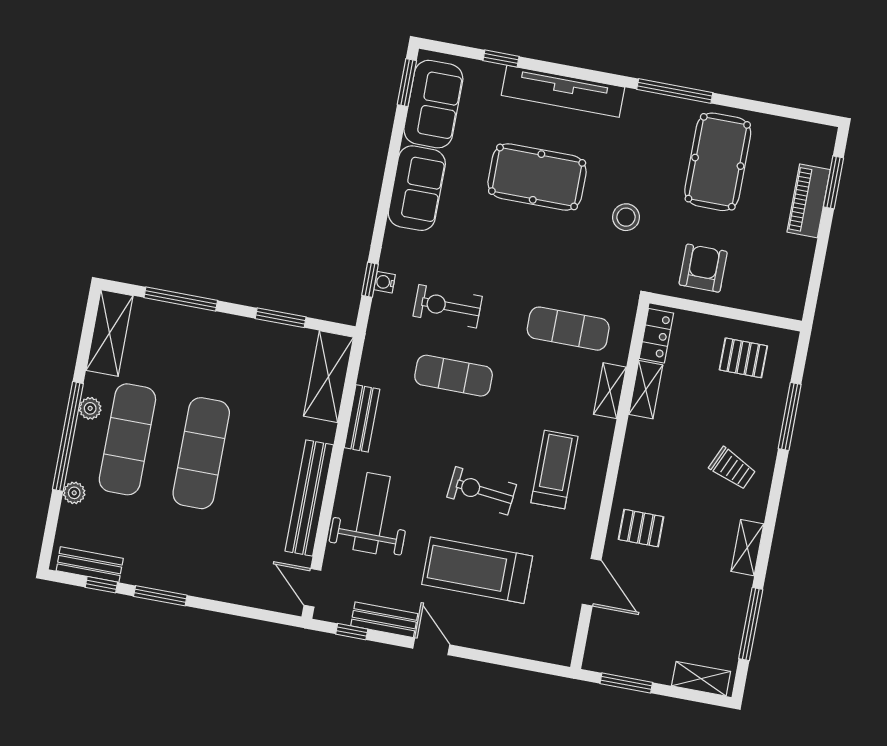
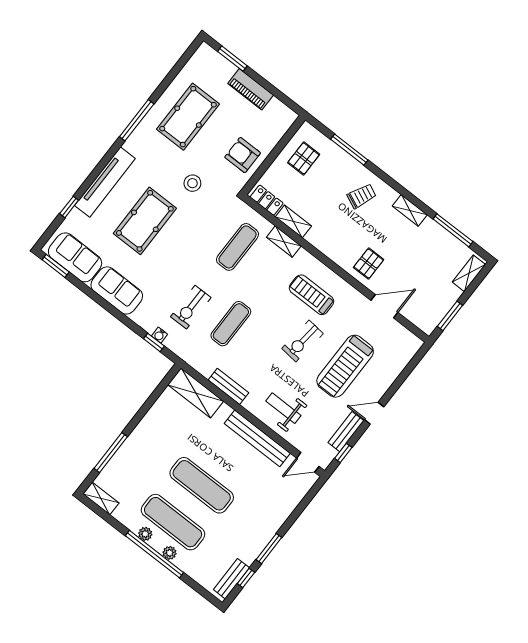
pool table: (718, 162) -> (188, 117), turned 90
piano: (809, 201) -> (251, 89), moved
window: (281, 318) -> (150, 403), removed
shelving: (110, 333) -> (101, 498), width x0.67, depth x0.75
plant: (74, 493) -> (170, 553), moved
weight bench: (372, 513) -> (283, 408), width x0.73, depth x0.75

